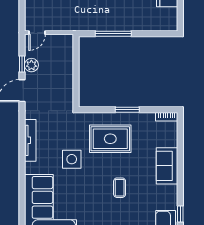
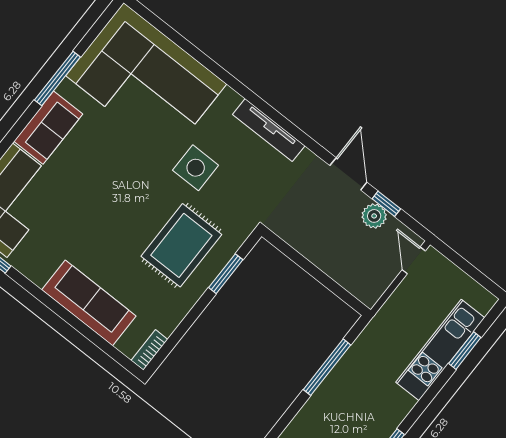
window: (127, 110) -> (226, 274), moved
sofa: (167, 166) -> (89, 303), width x1.36
coffee table: (120, 188) -> (102, 204), removed

